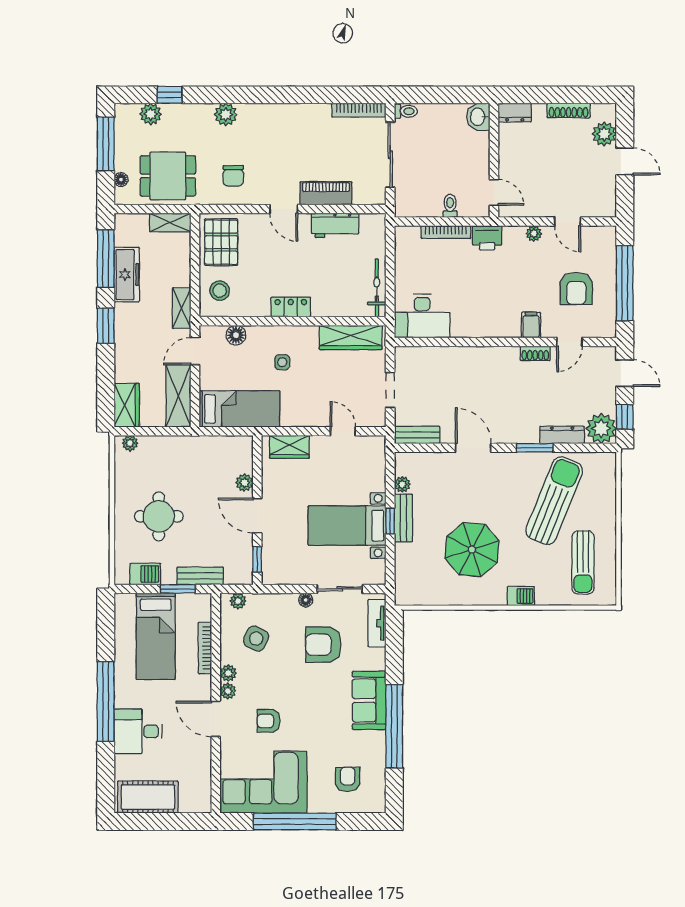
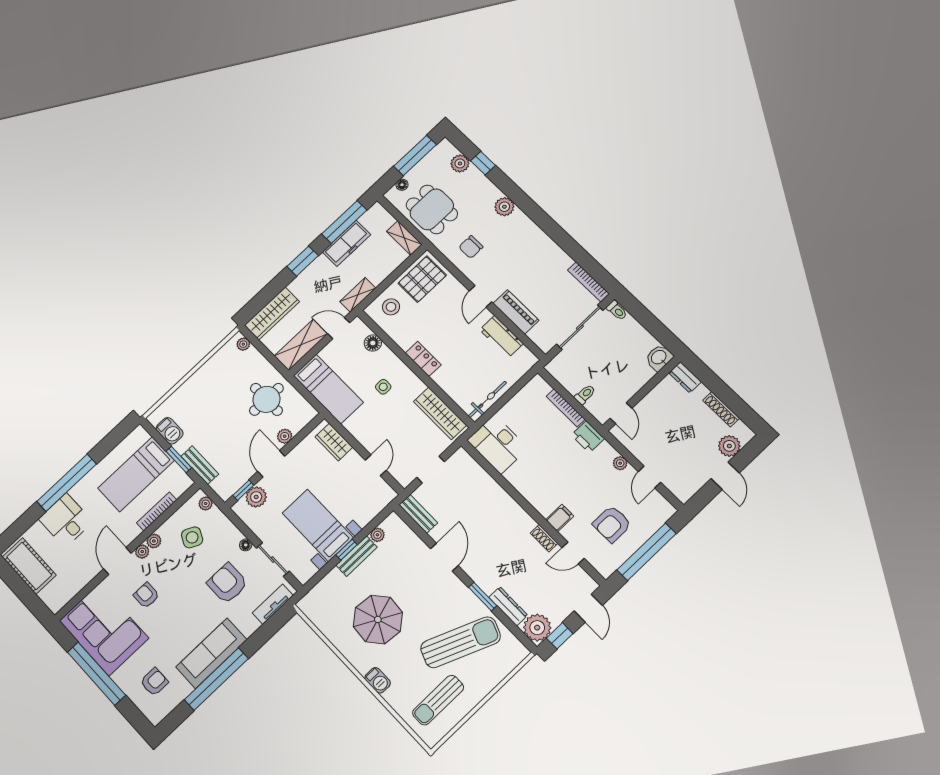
wardrobe: (127, 405) -> (272, 313), width x1.50
round table: (159, 516) -> (266, 399), moved
plant: (273, 554) -> (256, 497), added
sofa: (369, 700) -> (211, 653), width x1.36

